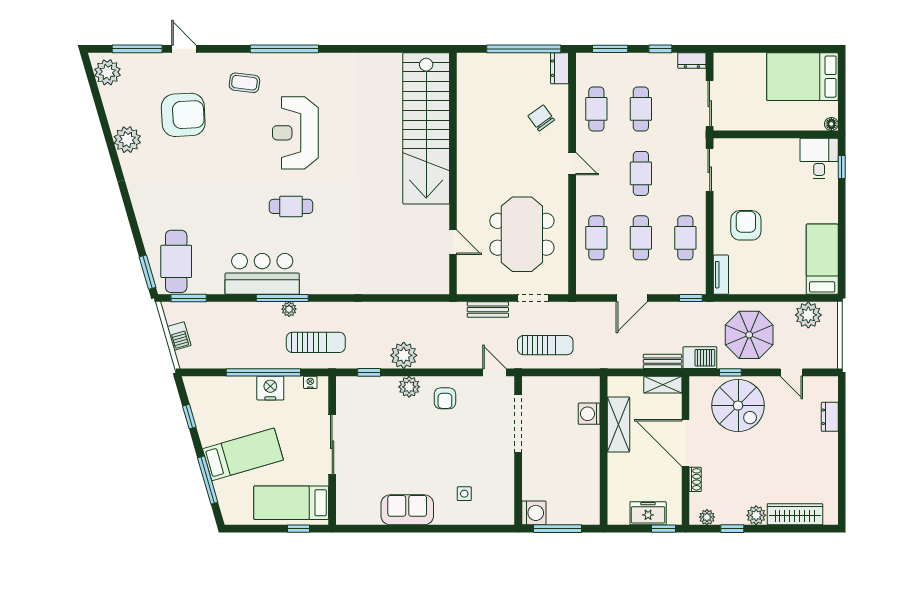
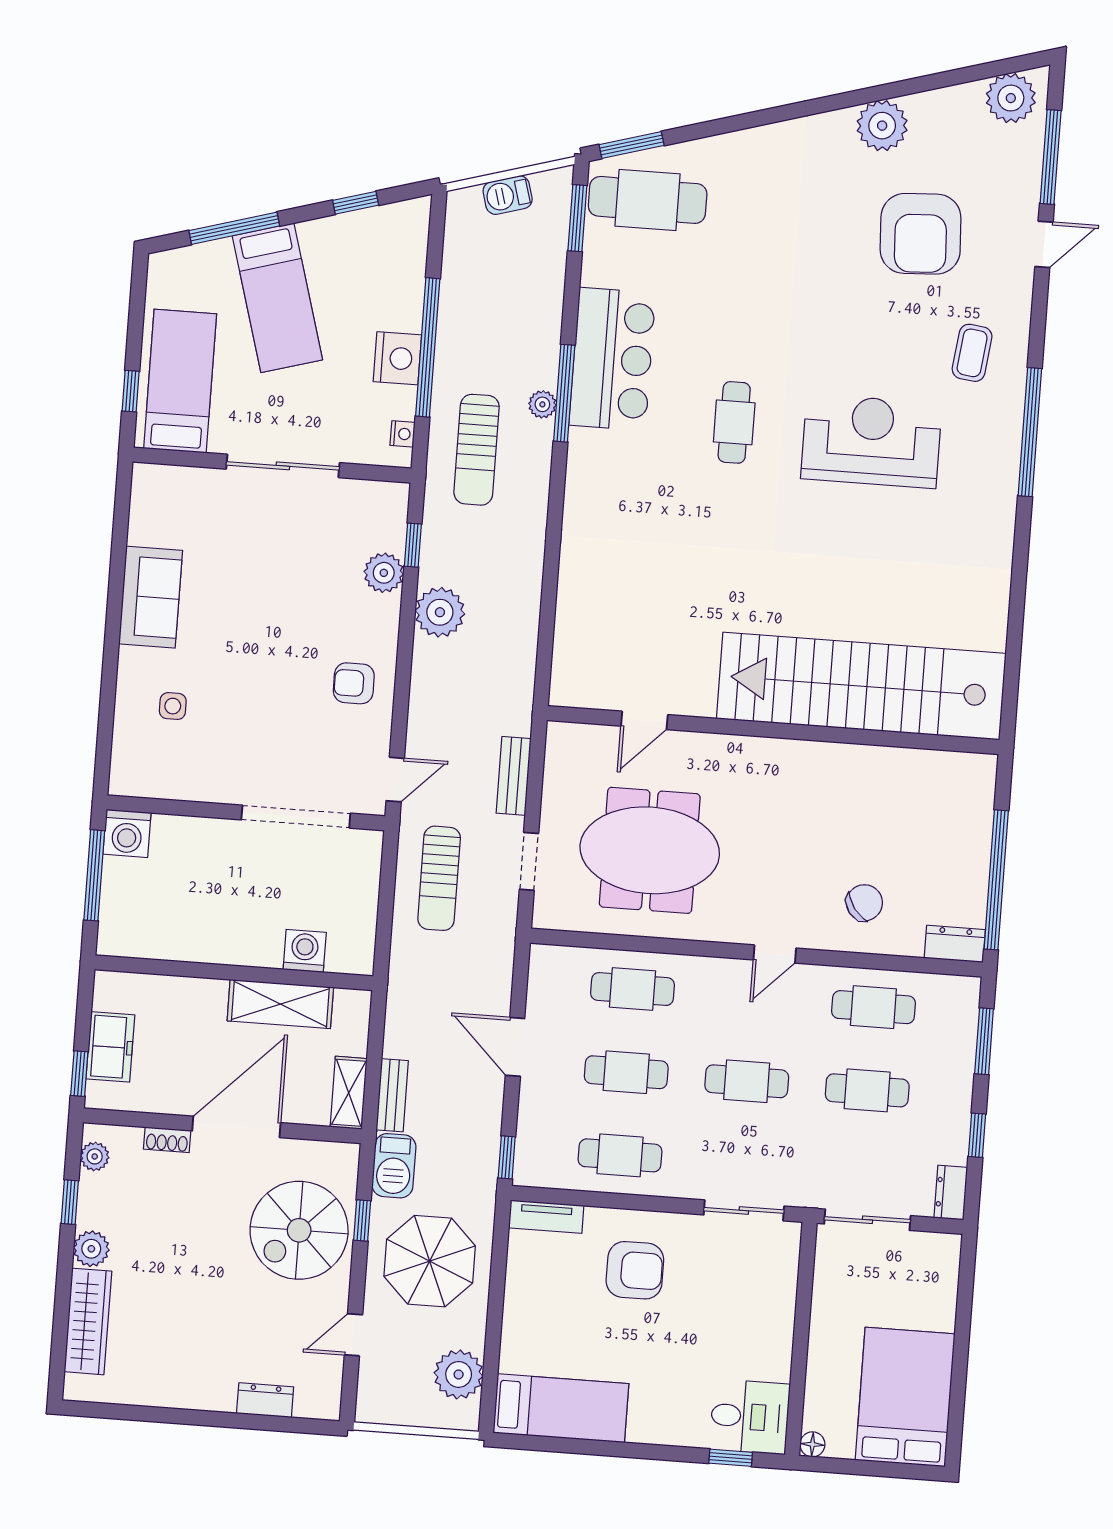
plant: (409, 387) -> (384, 573), moved

